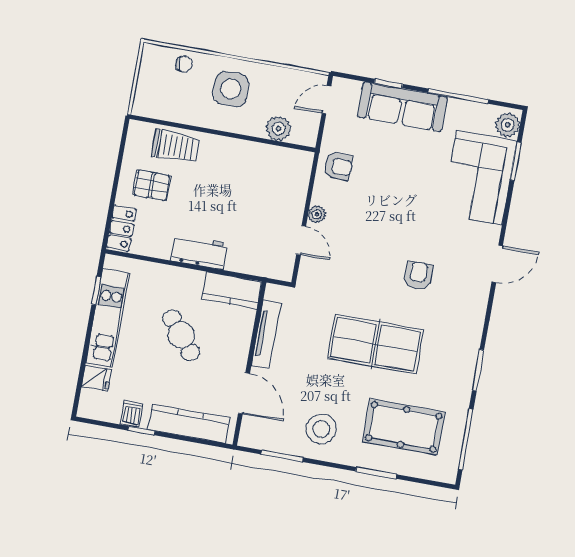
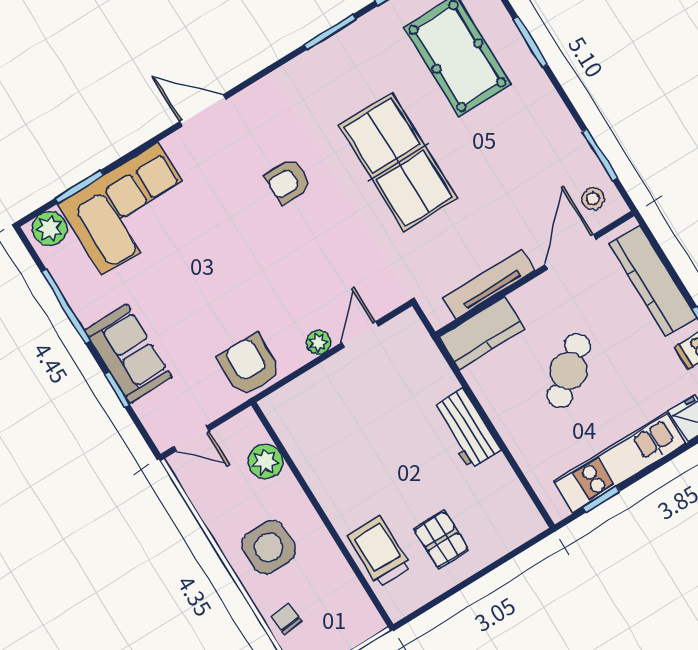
sofa: (402, 107) -> (128, 354), width x0.73
armchair: (338, 166) -> (249, 365), width x1.38, depth x1.38
locker: (121, 228) -> (514, 531), removed
kitchen counter: (232, 290) -> (482, 333), moved, turned 90
stool: (321, 429) -> (593, 199), moved, width x0.53, depth x0.53

